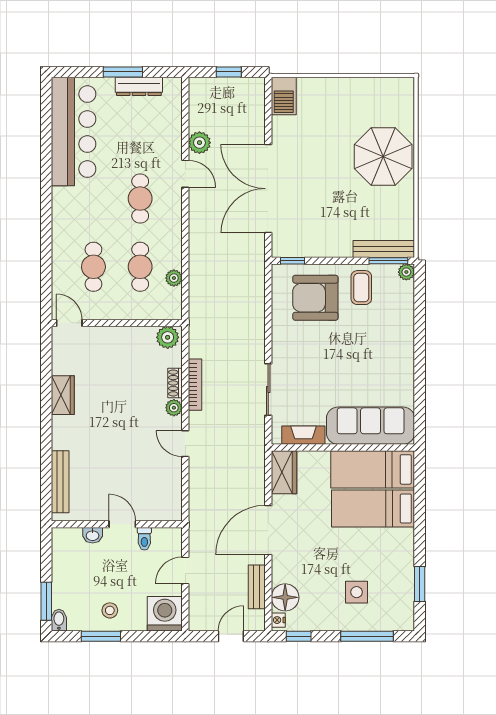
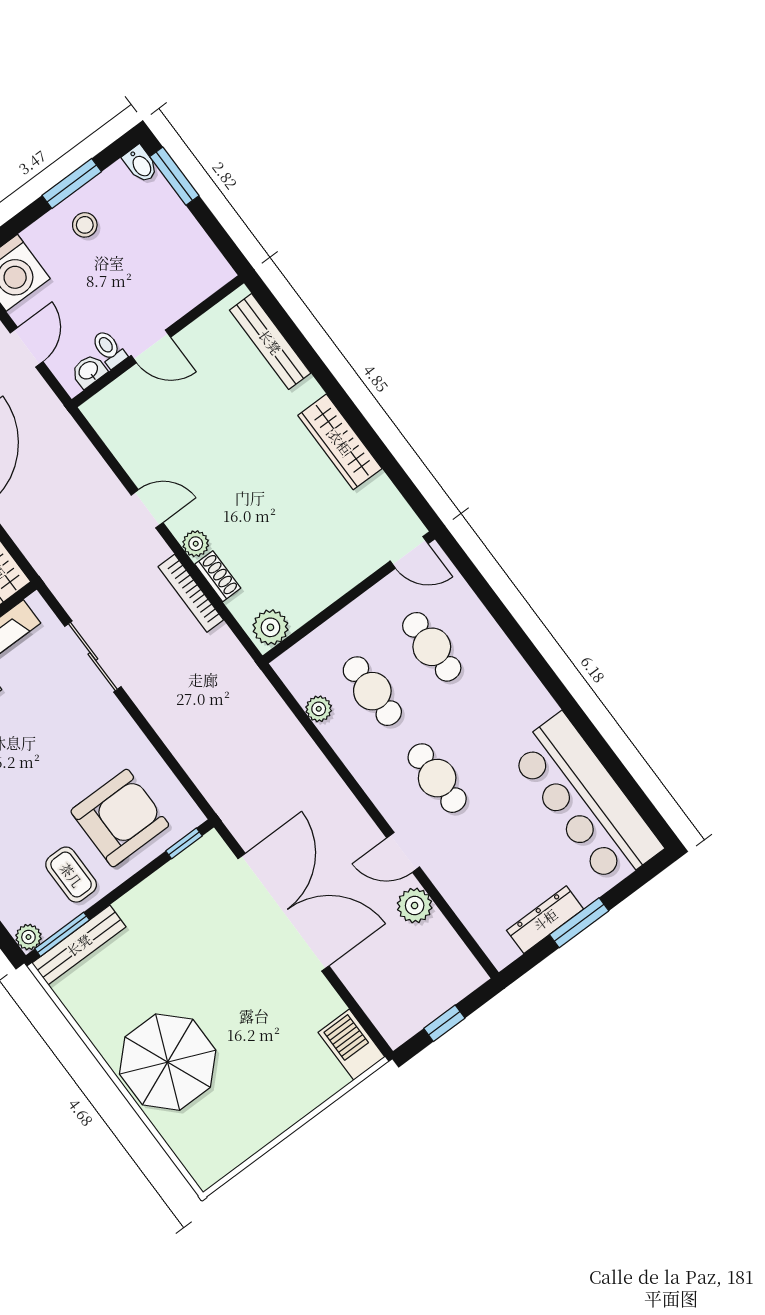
wardrobe: (63, 395) -> (340, 442), width x1.50
washbasin: (93, 535) -> (89, 371), moved

